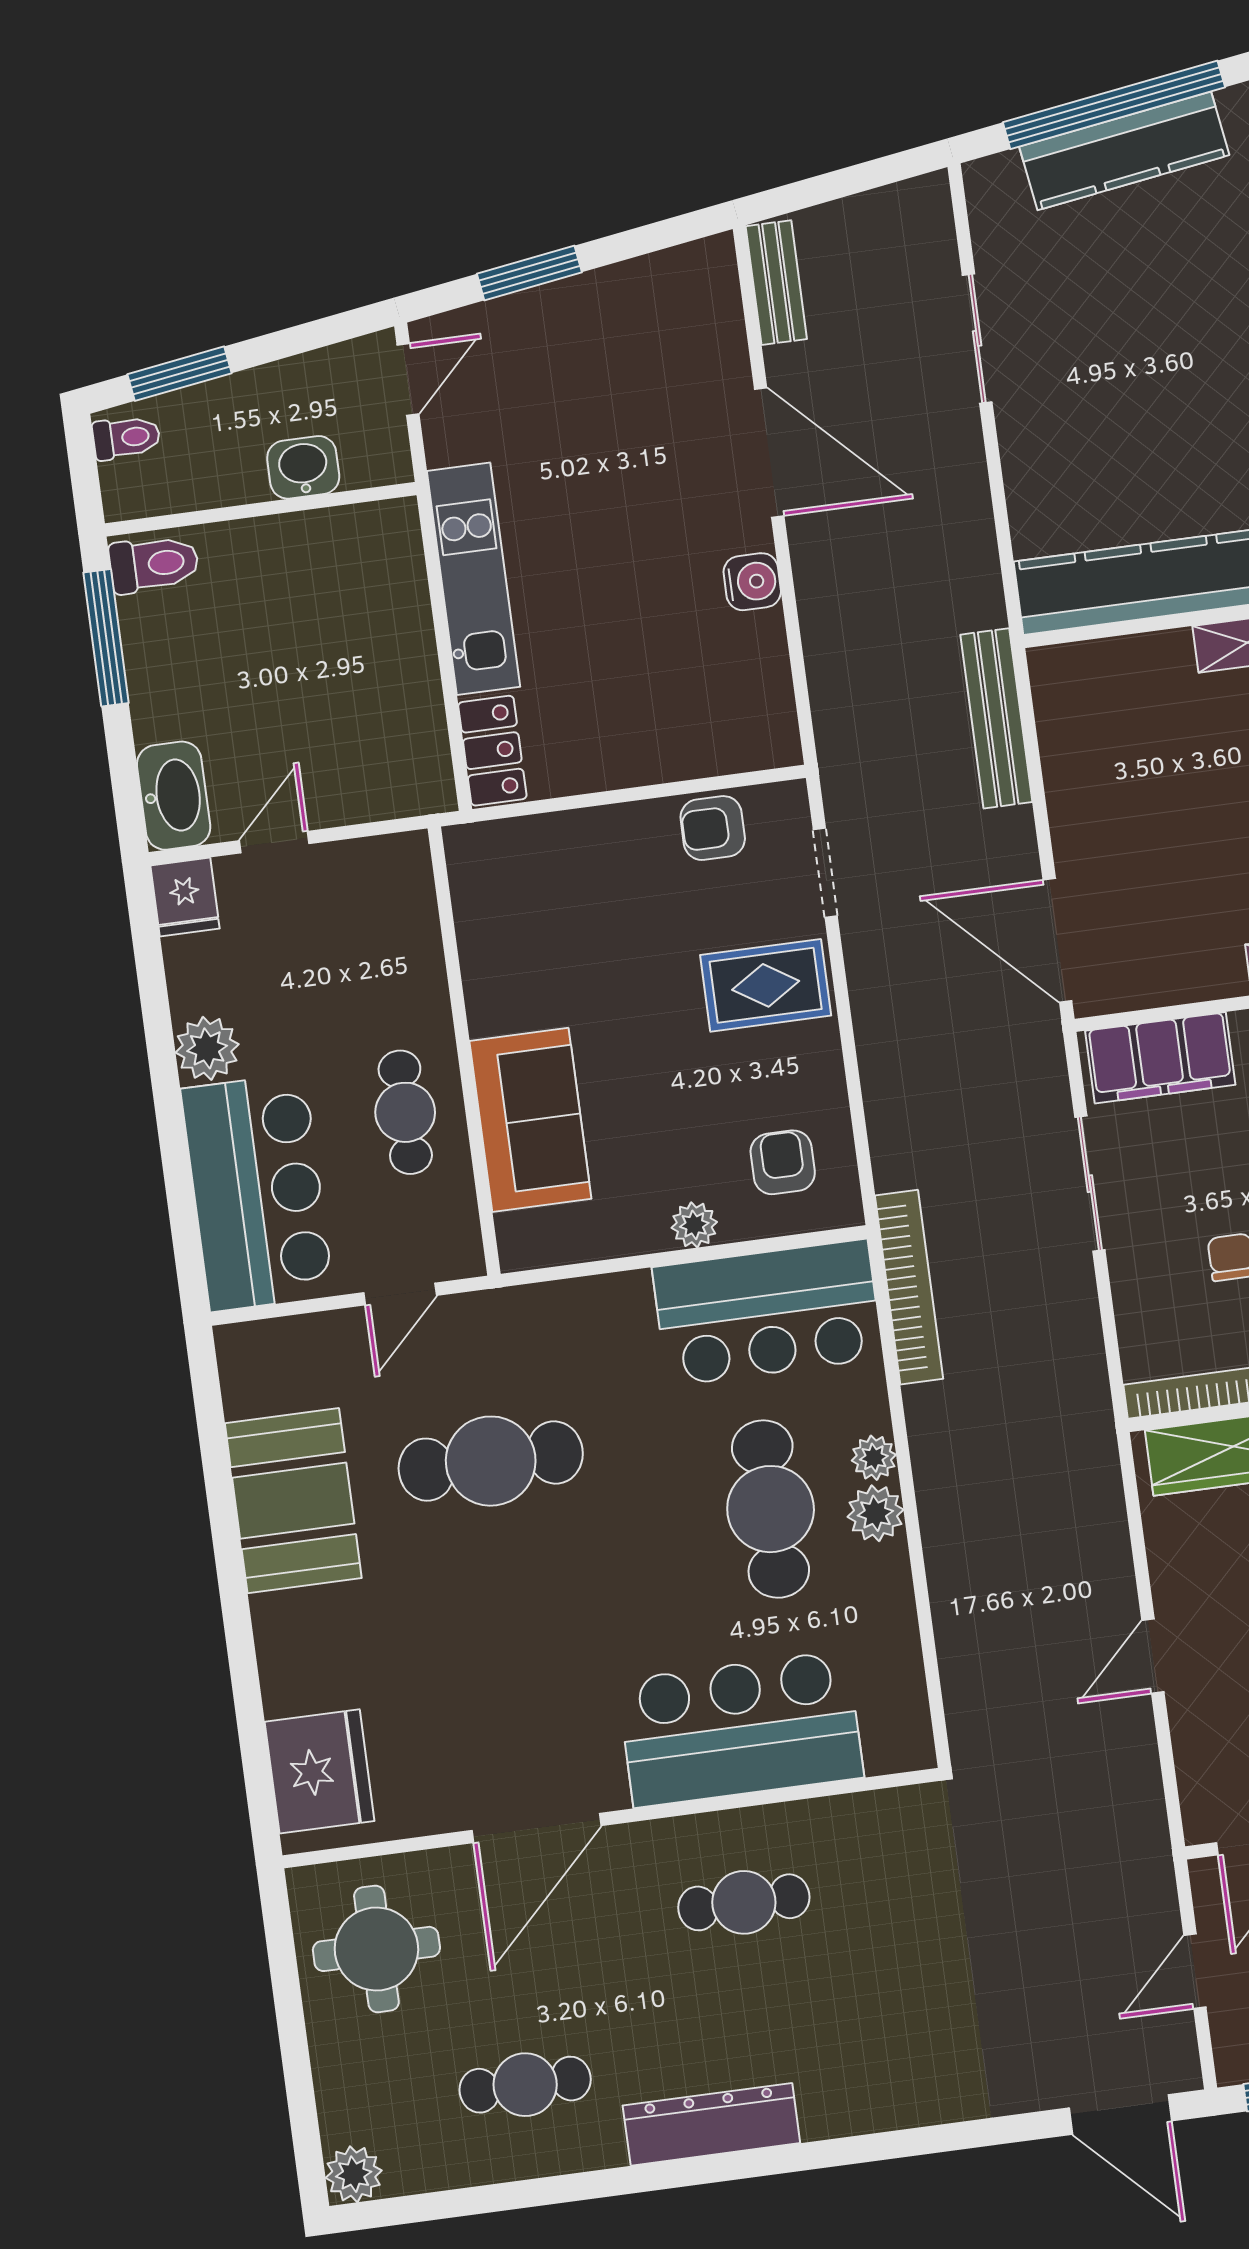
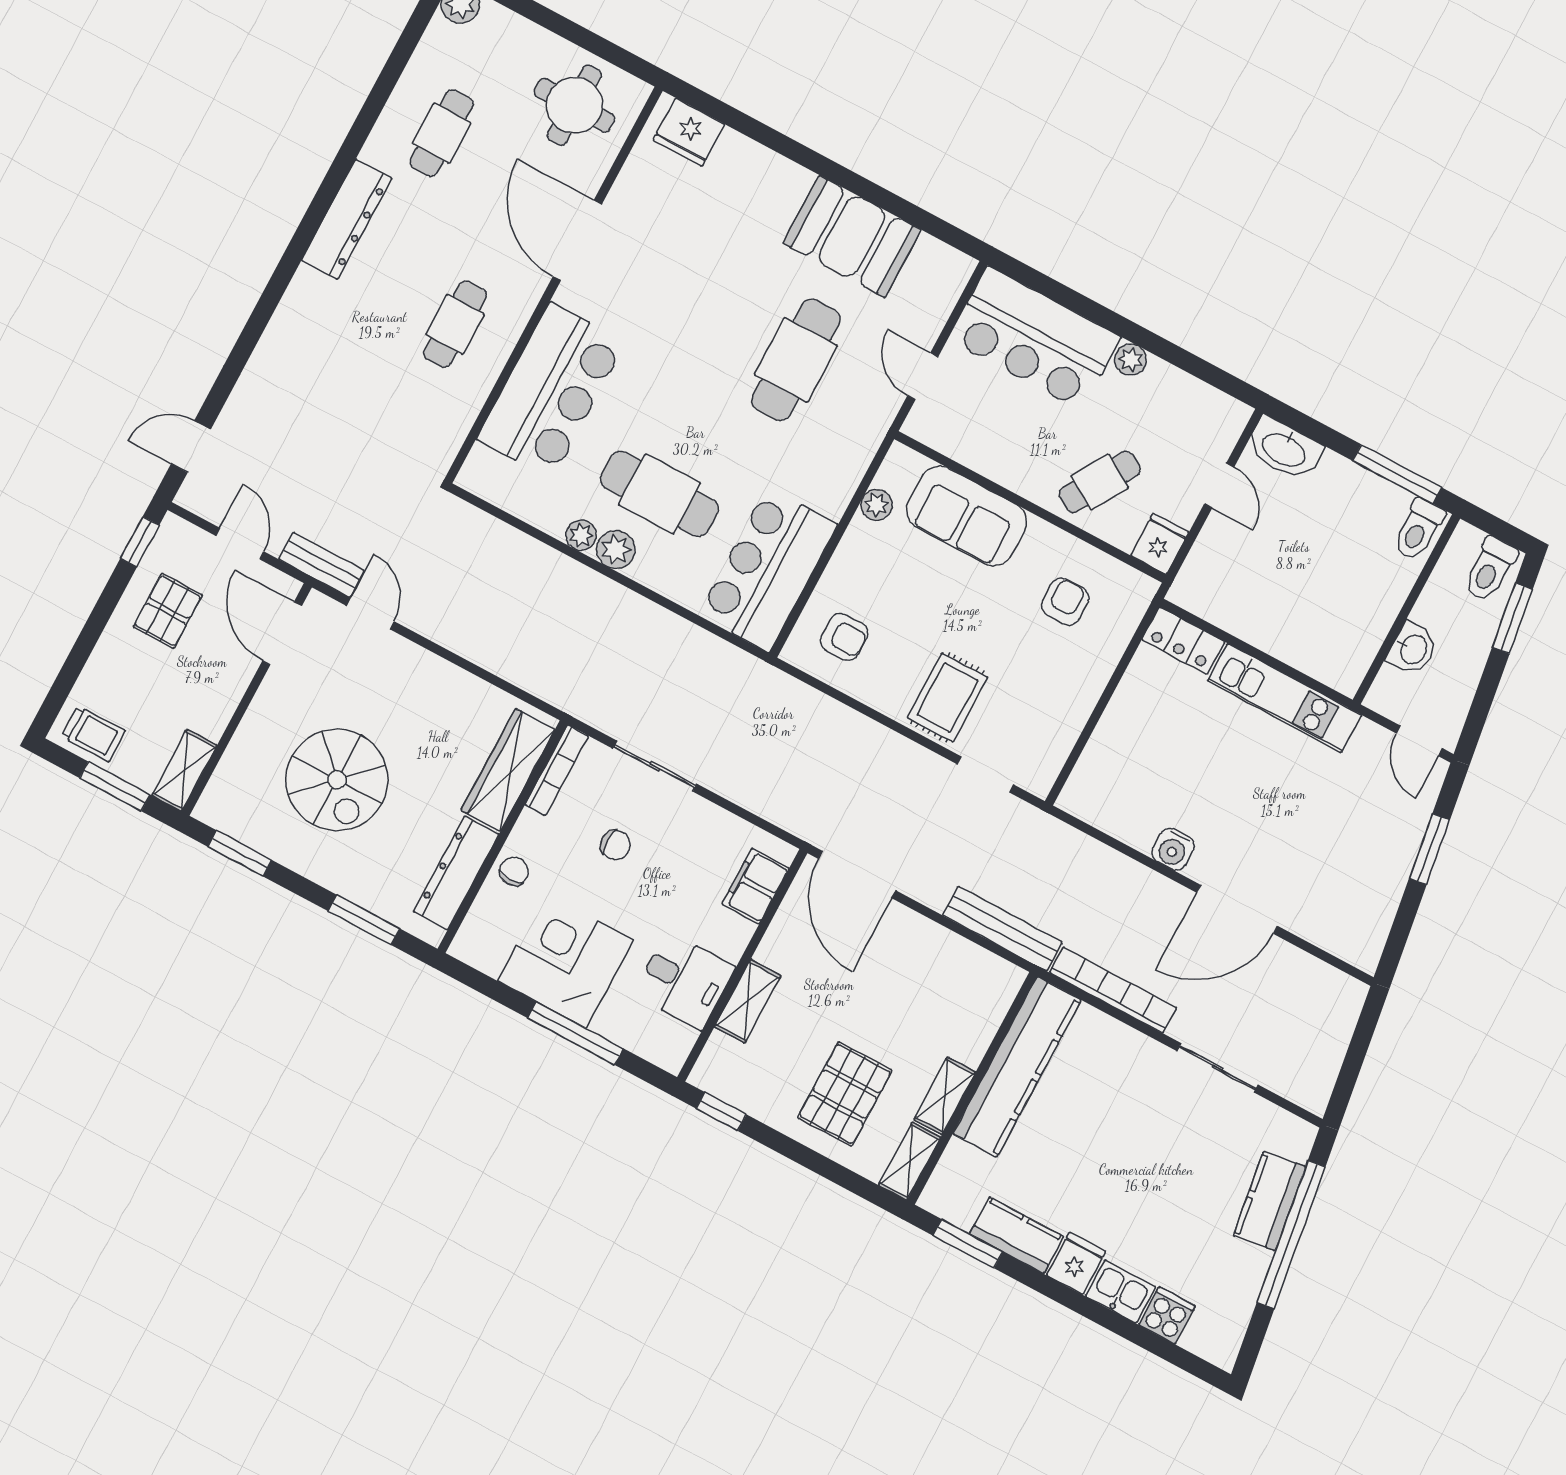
kitchen counter: (1124, 151) -> (1270, 1201), width x0.67
bench: (776, 283) -> (321, 565), moved
toilet: (126, 438) -> (1490, 569), width x1.37, depth x1.39
armchair: (713, 828) -> (1065, 602), moved
fridge: (185, 897) -> (1160, 544), moved, turned 90
door: (1057, 940) -> (857, 875), swing flipped
plant: (207, 1048) -> (1131, 360), width x0.73, depth x0.73
filing cabinet: (1160, 1058) -> (755, 886), width x0.67, depth x0.86
cafe table: (405, 1112) -> (1100, 482), moved, turned -59
sliding door: (1090, 1184) -> (655, 766), moved
plant: (694, 1225) -> (877, 505), moved
bookcase: (909, 1287) -> (1113, 990), moved, turned 180
plant: (874, 1458) -> (581, 535), moved
door: (1153, 1656) -> (370, 614), moved
fridge: (320, 1771) -> (689, 132), width x0.73, depth x0.75
door: (1120, 2114) -> (191, 446), width x0.73

